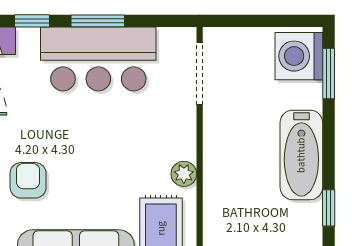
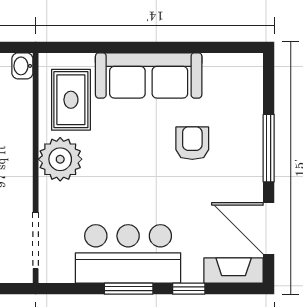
plant: (184, 174) -> (60, 159), width x1.87, depth x1.87
armchair: (28, 180) -> (192, 143), turned 180

